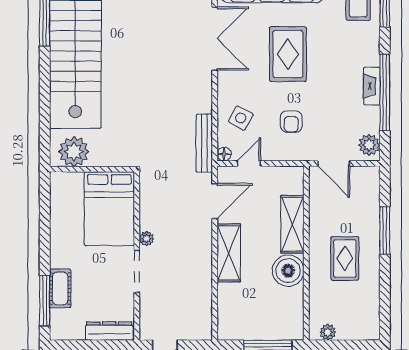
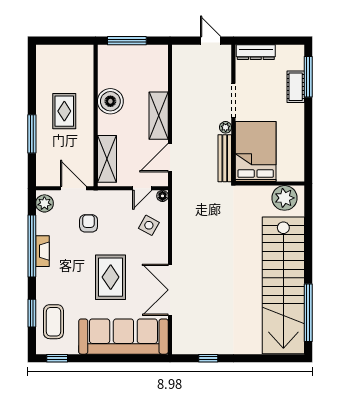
armchair: (291, 122) -> (89, 223), moved
bench: (204, 143) -> (225, 158), moved
shelving: (292, 224) -> (107, 159), moved
plant: (328, 332) -> (78, 51), removed

